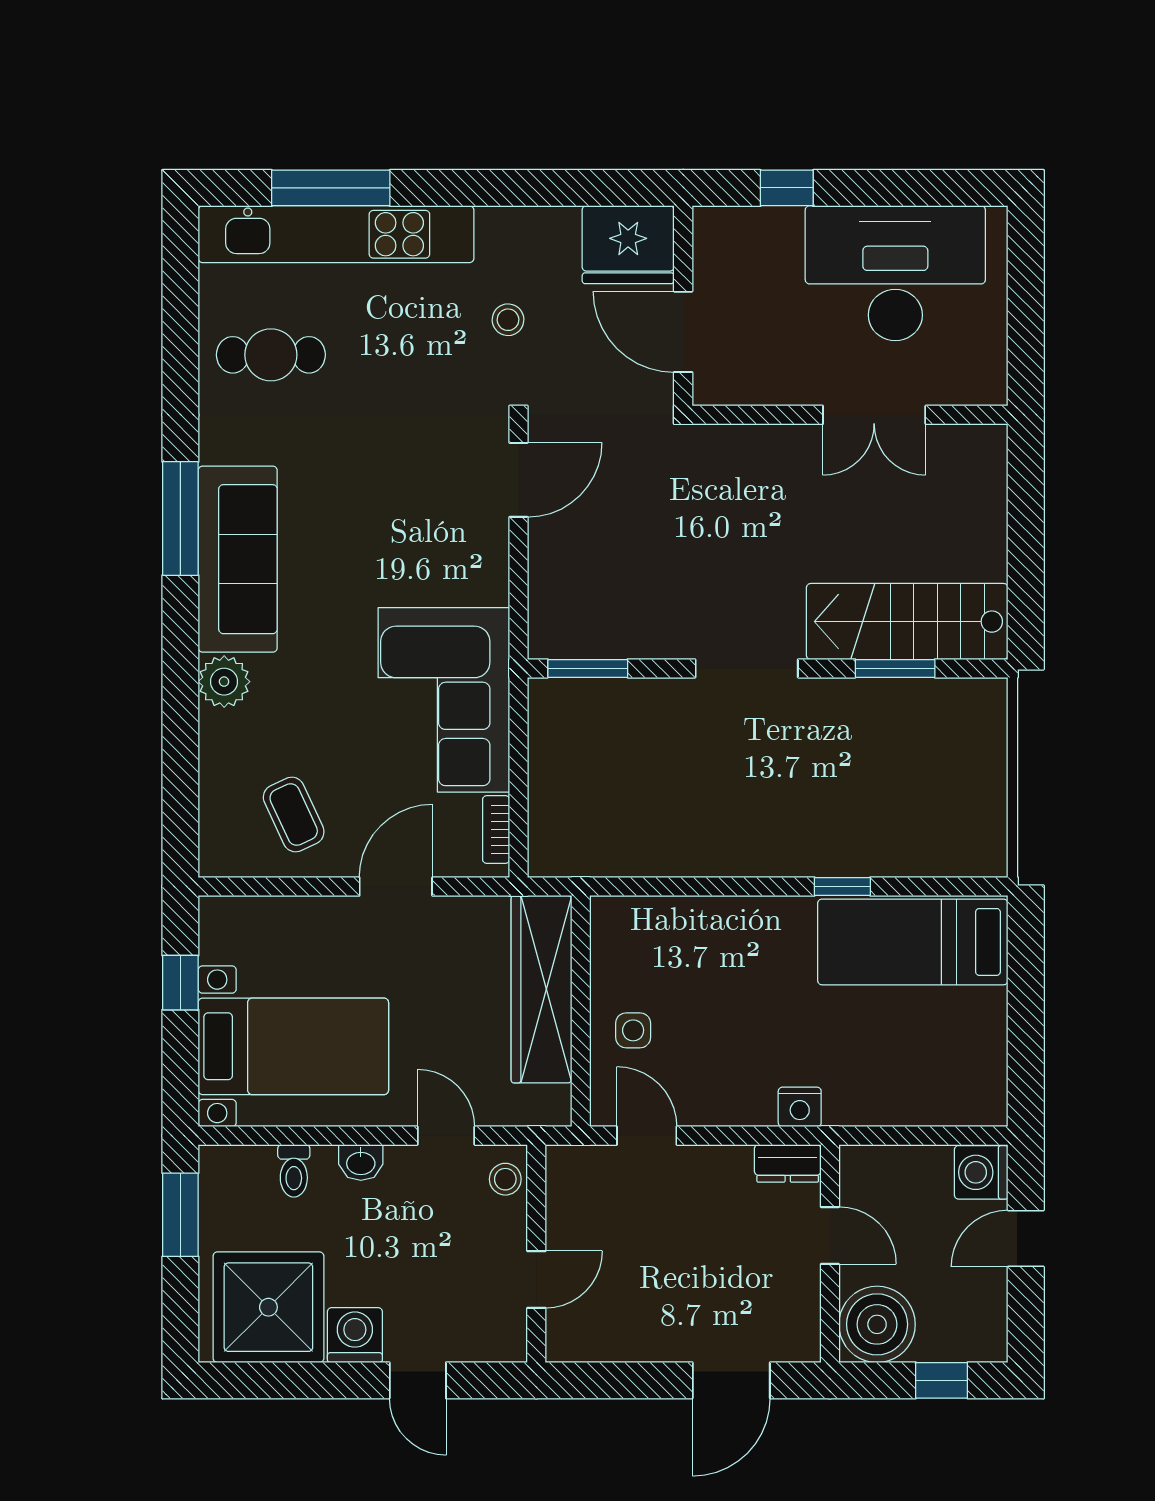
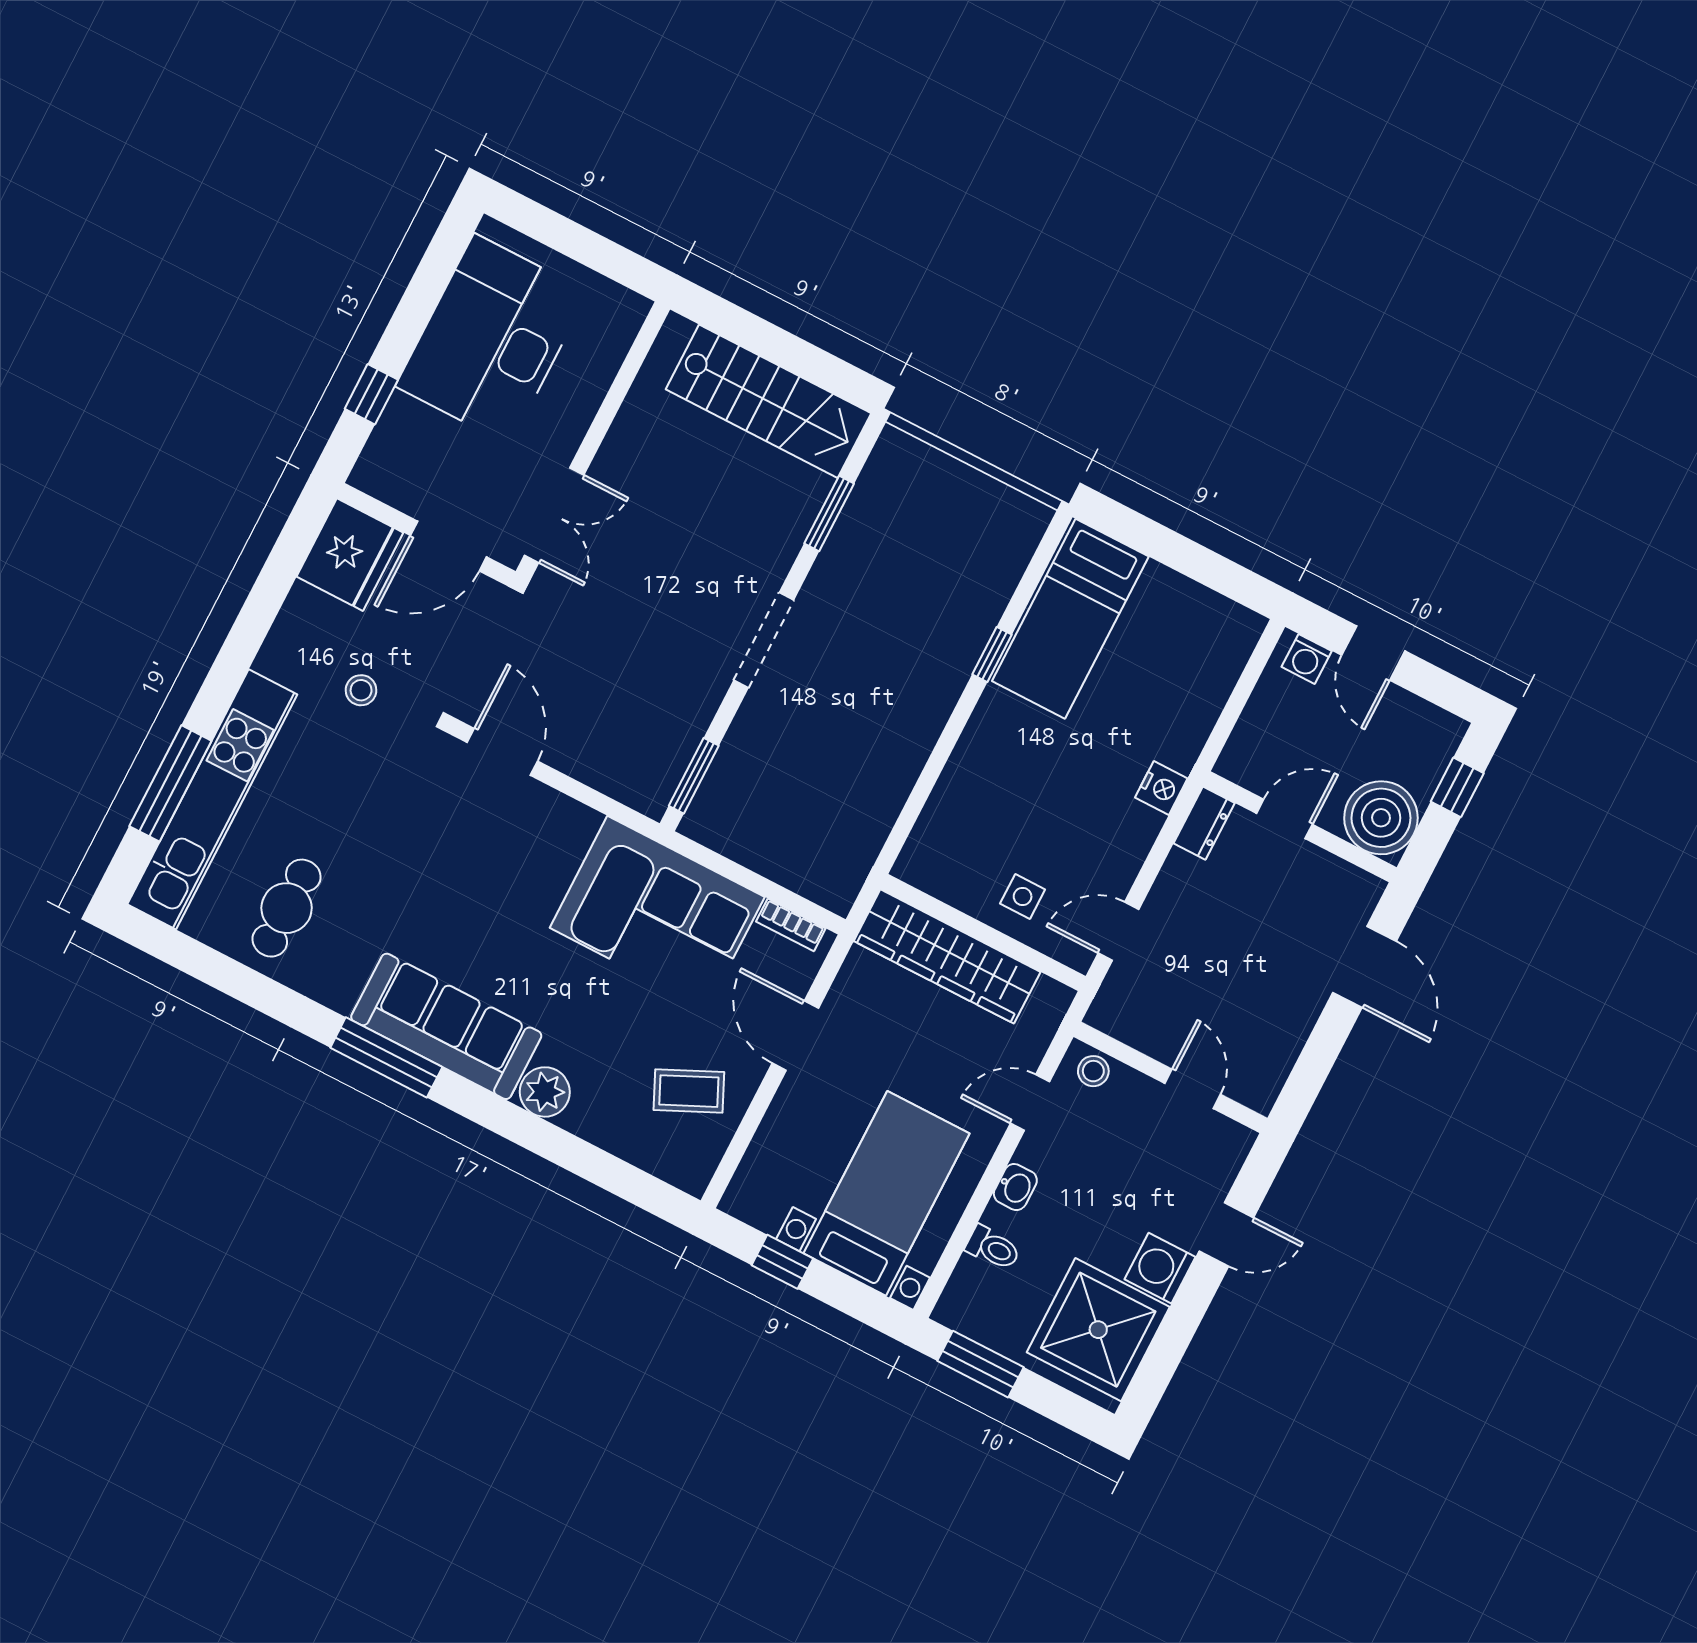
double door: (874, 415) -> (554, 515), moved
stairs: (907, 622) -> (768, 401), moved, turned -90
washing machine: (981, 1172) -> (1307, 659), width x0.73, depth x0.73

